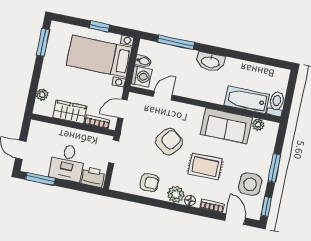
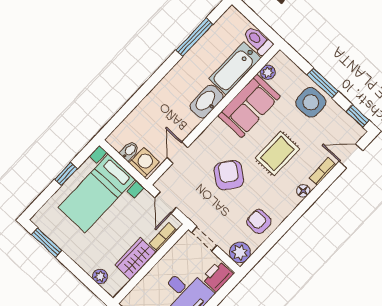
window: (176, 42) -> (194, 37), moved
washbasin: (210, 62) -> (206, 102), moved, turned 180
armchair: (149, 183) -> (259, 222), turned -90
side table: (250, 184) -> (311, 102), moved
plant: (176, 194) -> (240, 252), moved

